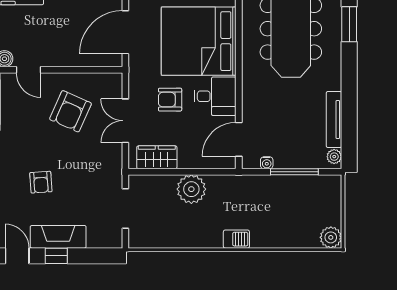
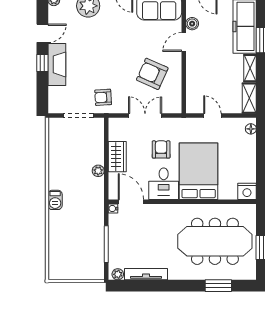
door: (125, 32) -> (212, 116), width x0.53
bed: (199, 41) -> (199, 171), width x0.73
wardrobe: (157, 157) -> (117, 157), moved
water cooler: (267, 163) -> (113, 209), moved
armchair: (41, 182) -> (103, 97), moved
plant: (191, 189) -> (98, 171), width x0.53, depth x0.53
plant: (331, 237) -> (56, 272), removed

